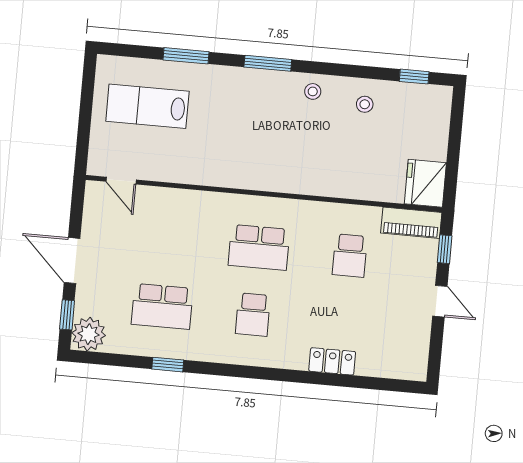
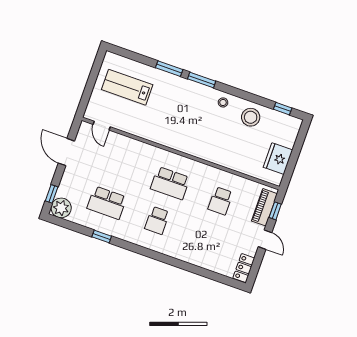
window: (186, 56) -> (169, 69), moved
stool: (365, 104) -> (251, 117), width x1.89, depth x1.89
fridge: (425, 183) -> (278, 159), moved
piano: (411, 223) -> (264, 207), moved, turned 90
door: (72, 261) -> (66, 152), moved
locker: (332, 361) -> (244, 268), moved, turned -90

